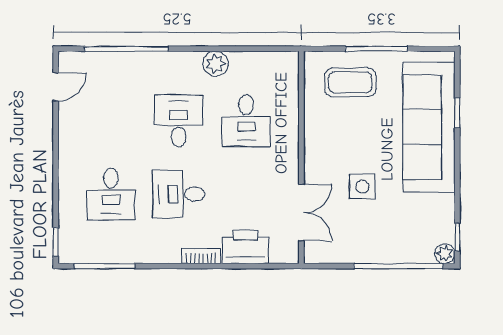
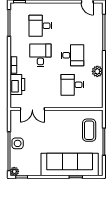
side table: (362, 186) -> (18, 143), moved

